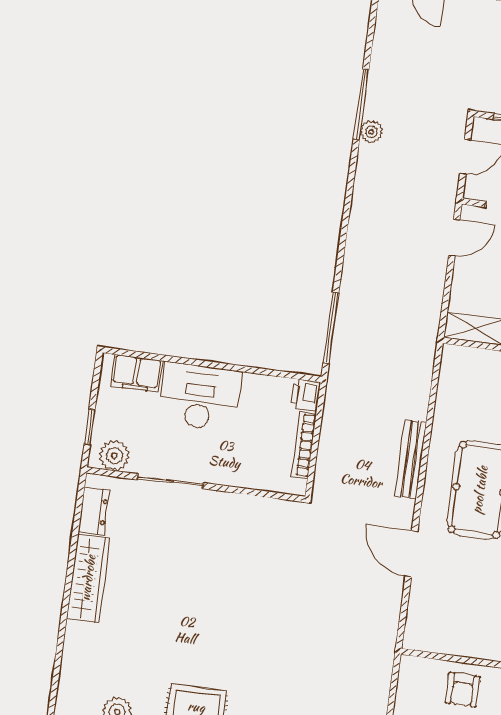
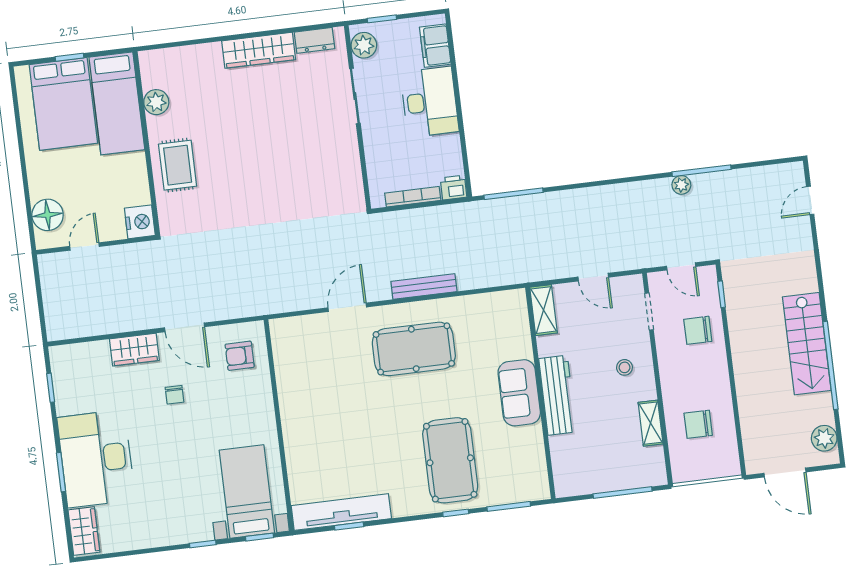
door: (454, 238) -> (593, 277), moved
armchair: (463, 690) -> (240, 356), moved

